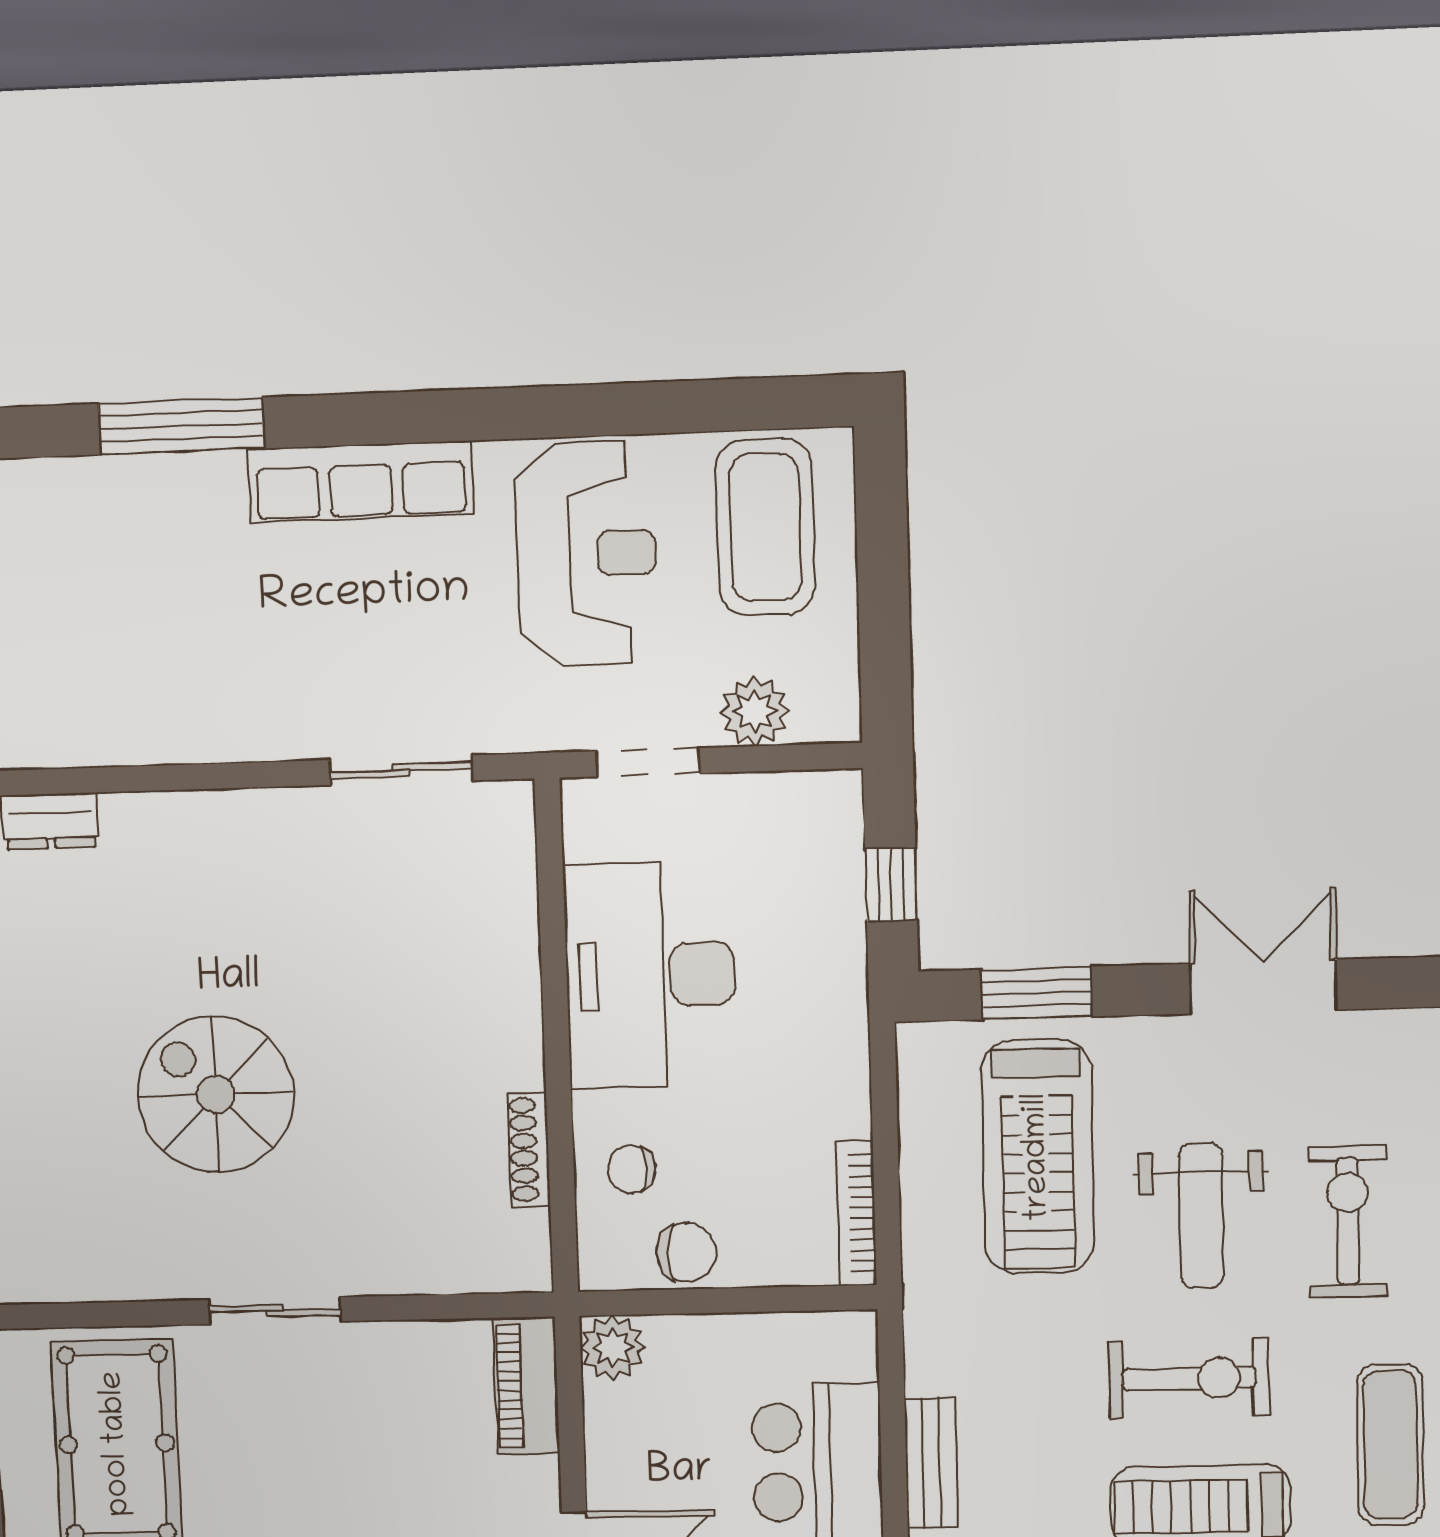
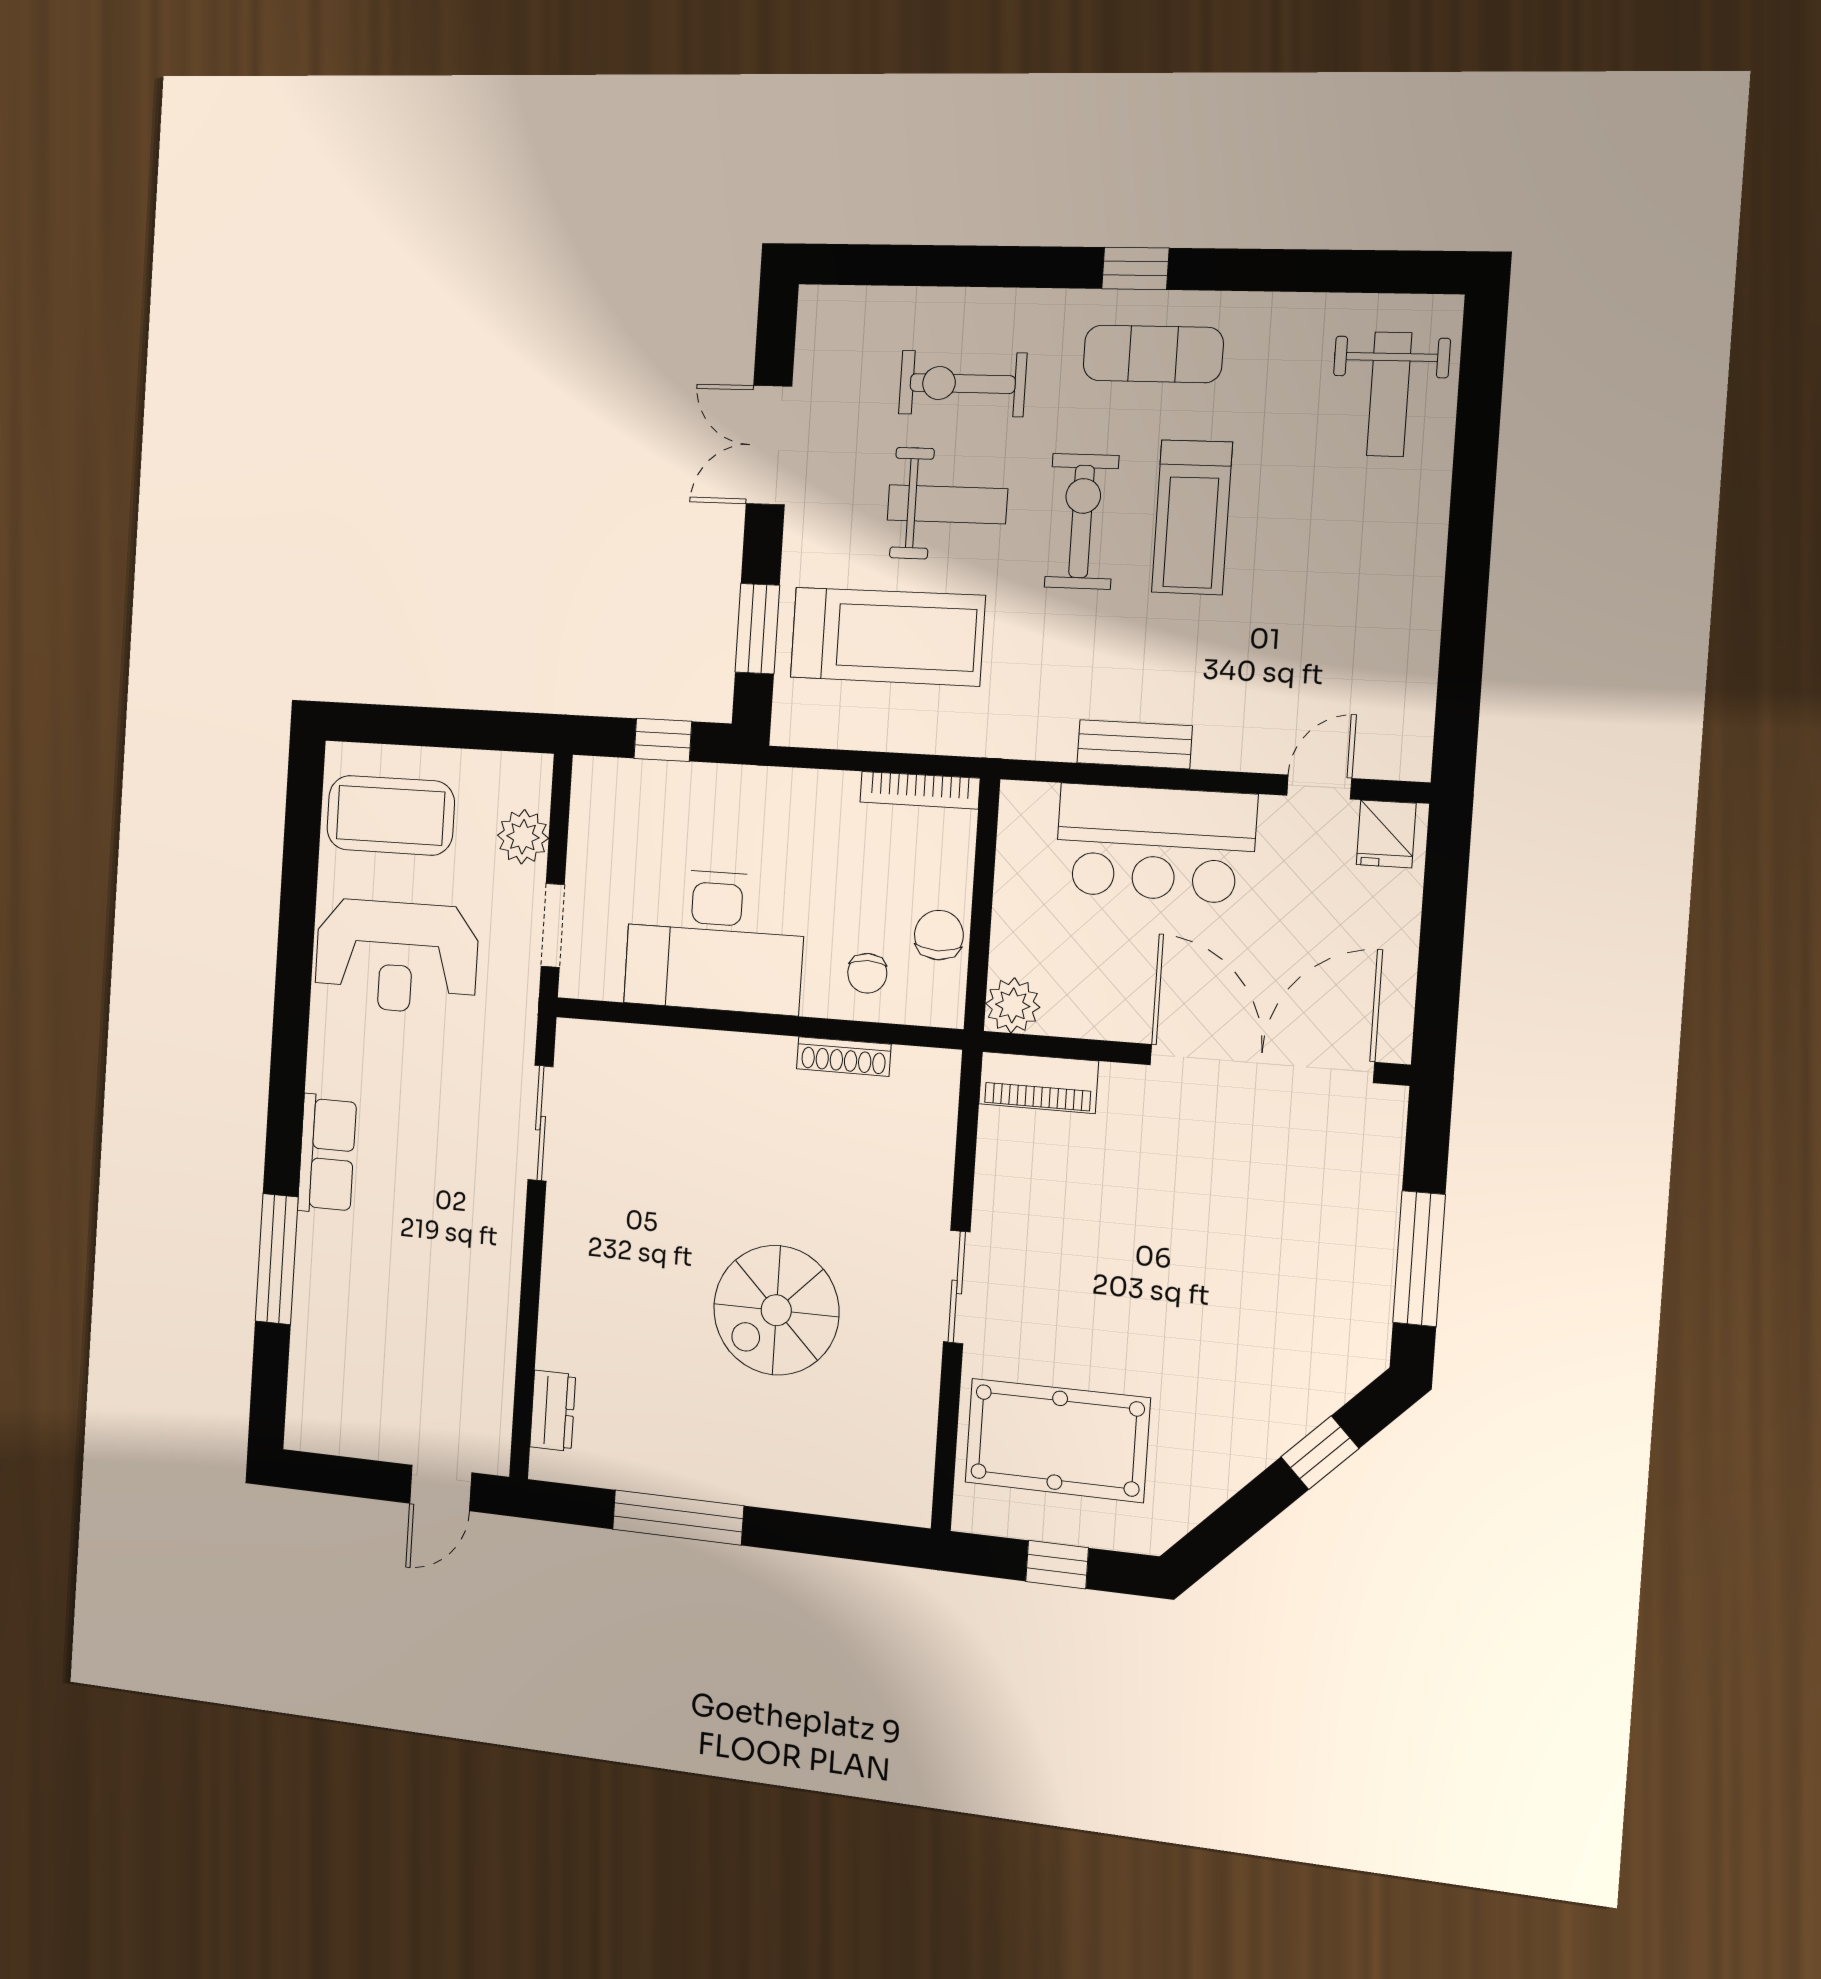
row of seats: (361, 482) -> (327, 1154), width x0.68
reception desk: (587, 554) -> (396, 957), turned 180

